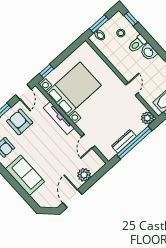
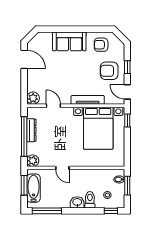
armchair: (20, 122) -> (109, 71), turned 180
plant: (84, 175) -> (33, 98), moved

